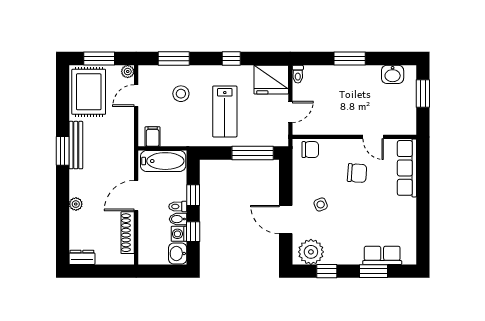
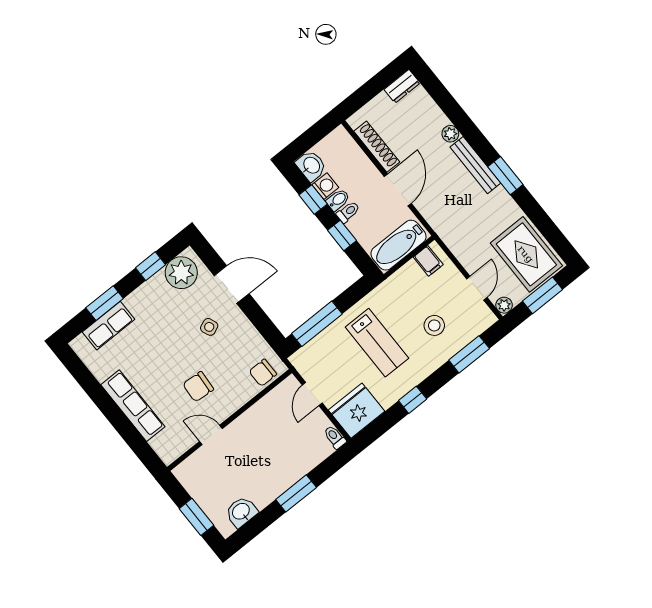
lab bench: (225, 111) -> (377, 343), turned 180
bench: (76, 145) -> (475, 165), moved
row of seats: (407, 168) -> (133, 406), moved

